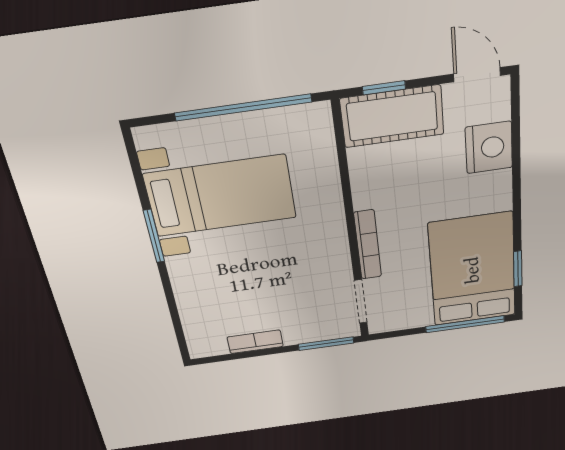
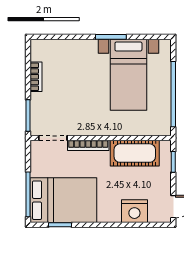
cot: (392, 116) -> (135, 153), moved, turned 90

